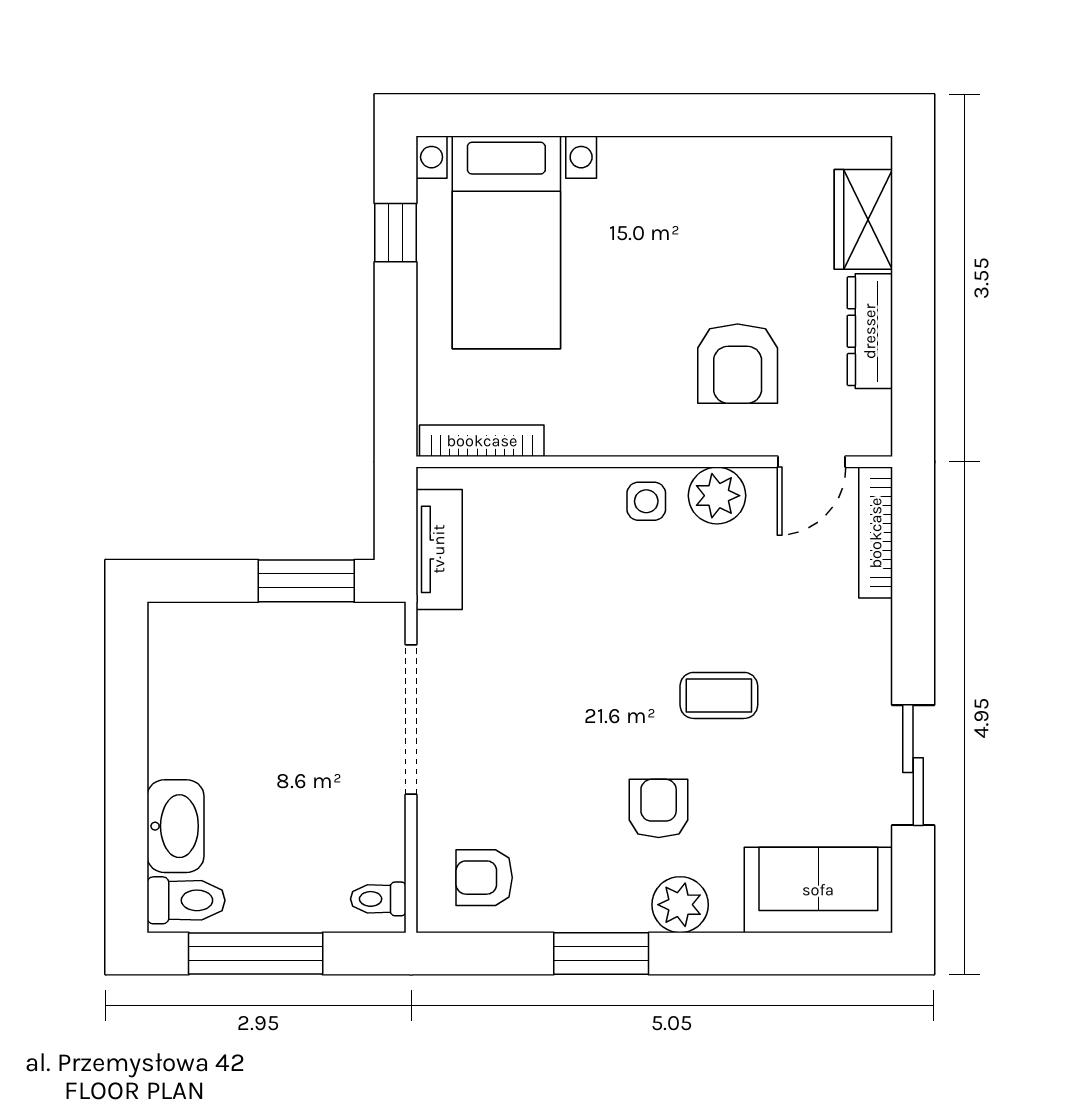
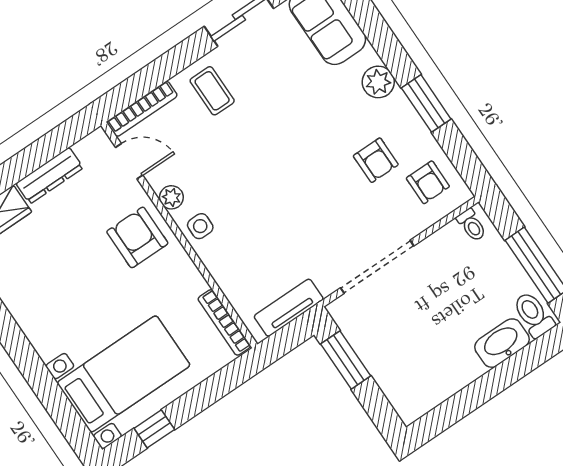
armchair: (738, 364) -> (137, 237), moved, turned -90
plant: (717, 496) -> (171, 197), width x0.73, depth x0.73
coffee table: (719, 695) -> (212, 91), moved
armchair: (659, 808) -> (376, 160), moved, turned -90

